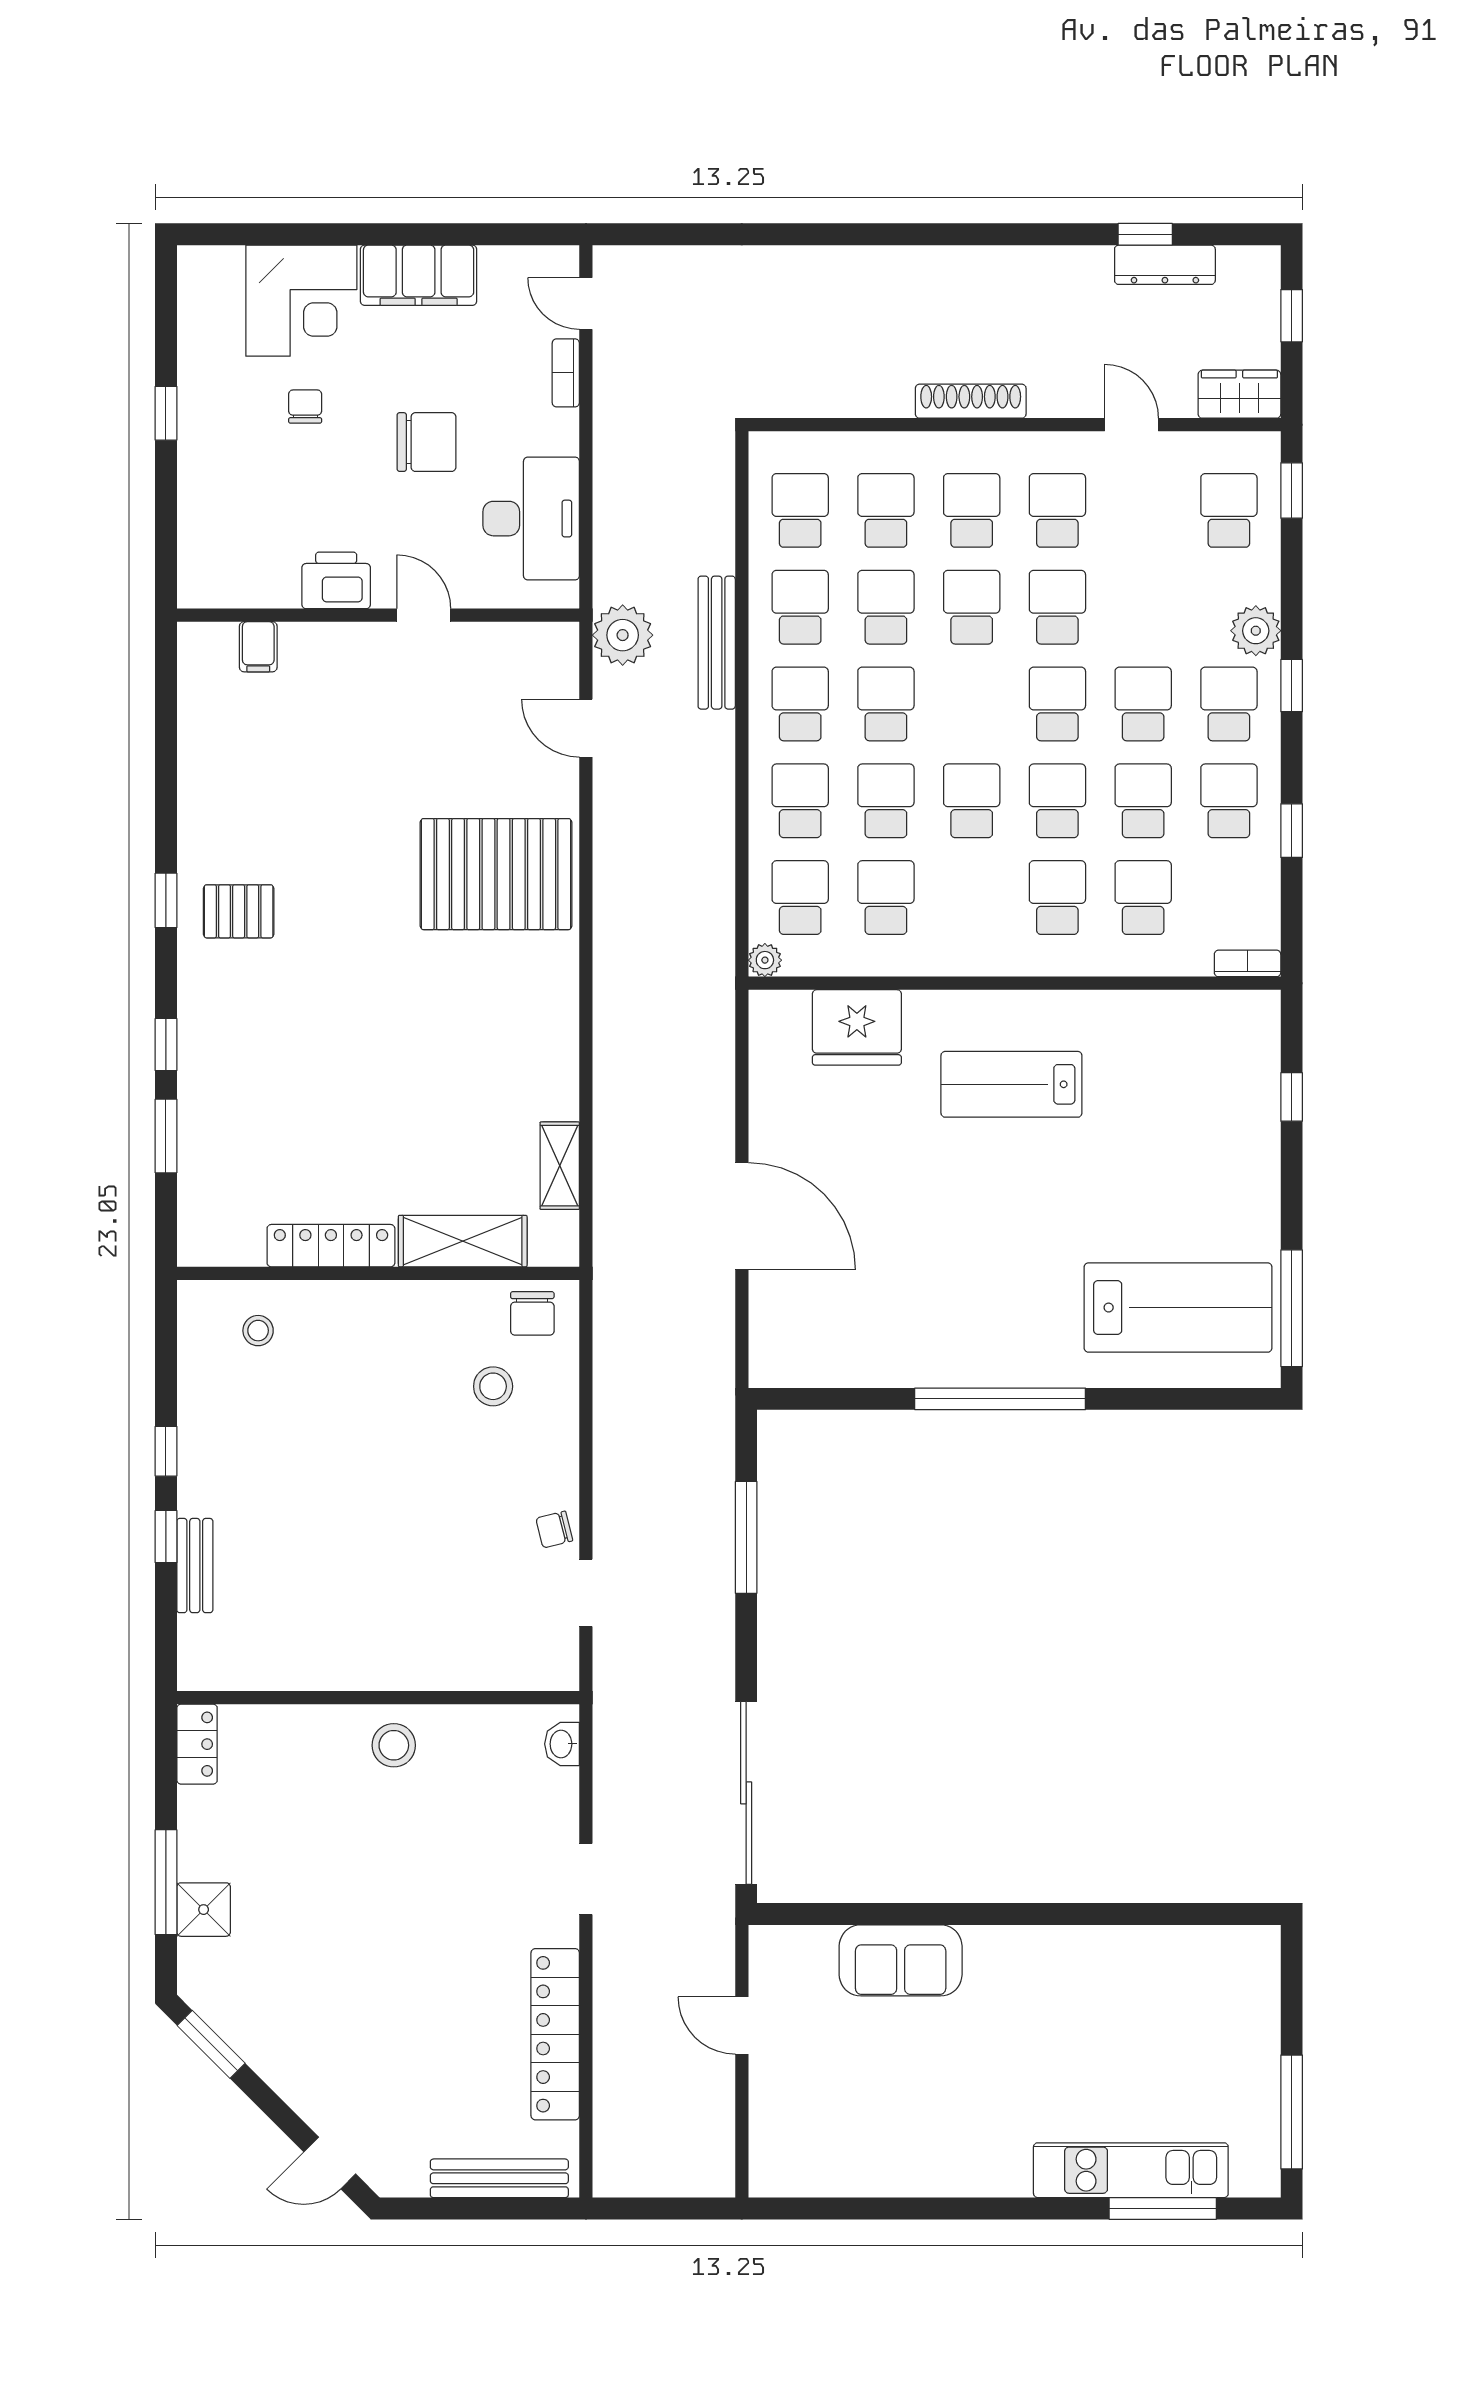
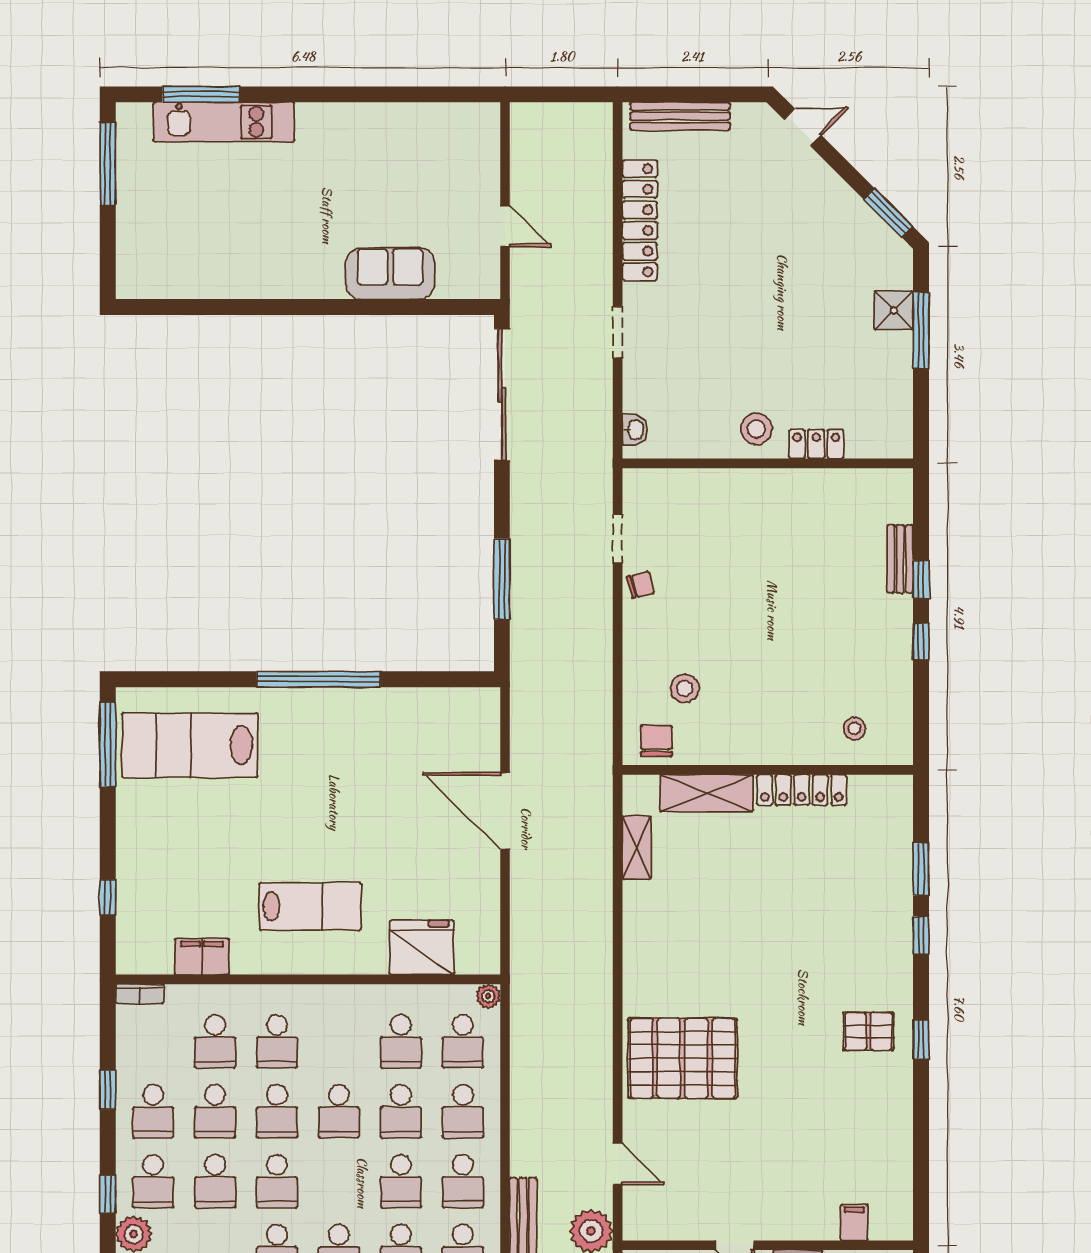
filing cabinet: (1161, 1015) -> (202, 957), added
locker: (197, 1744) -> (816, 444), moved, turned 90

